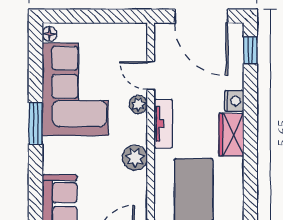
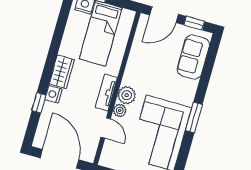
window: (250, 50) -> (39, 103), moved
plant: (135, 158) -> (127, 95), moved

